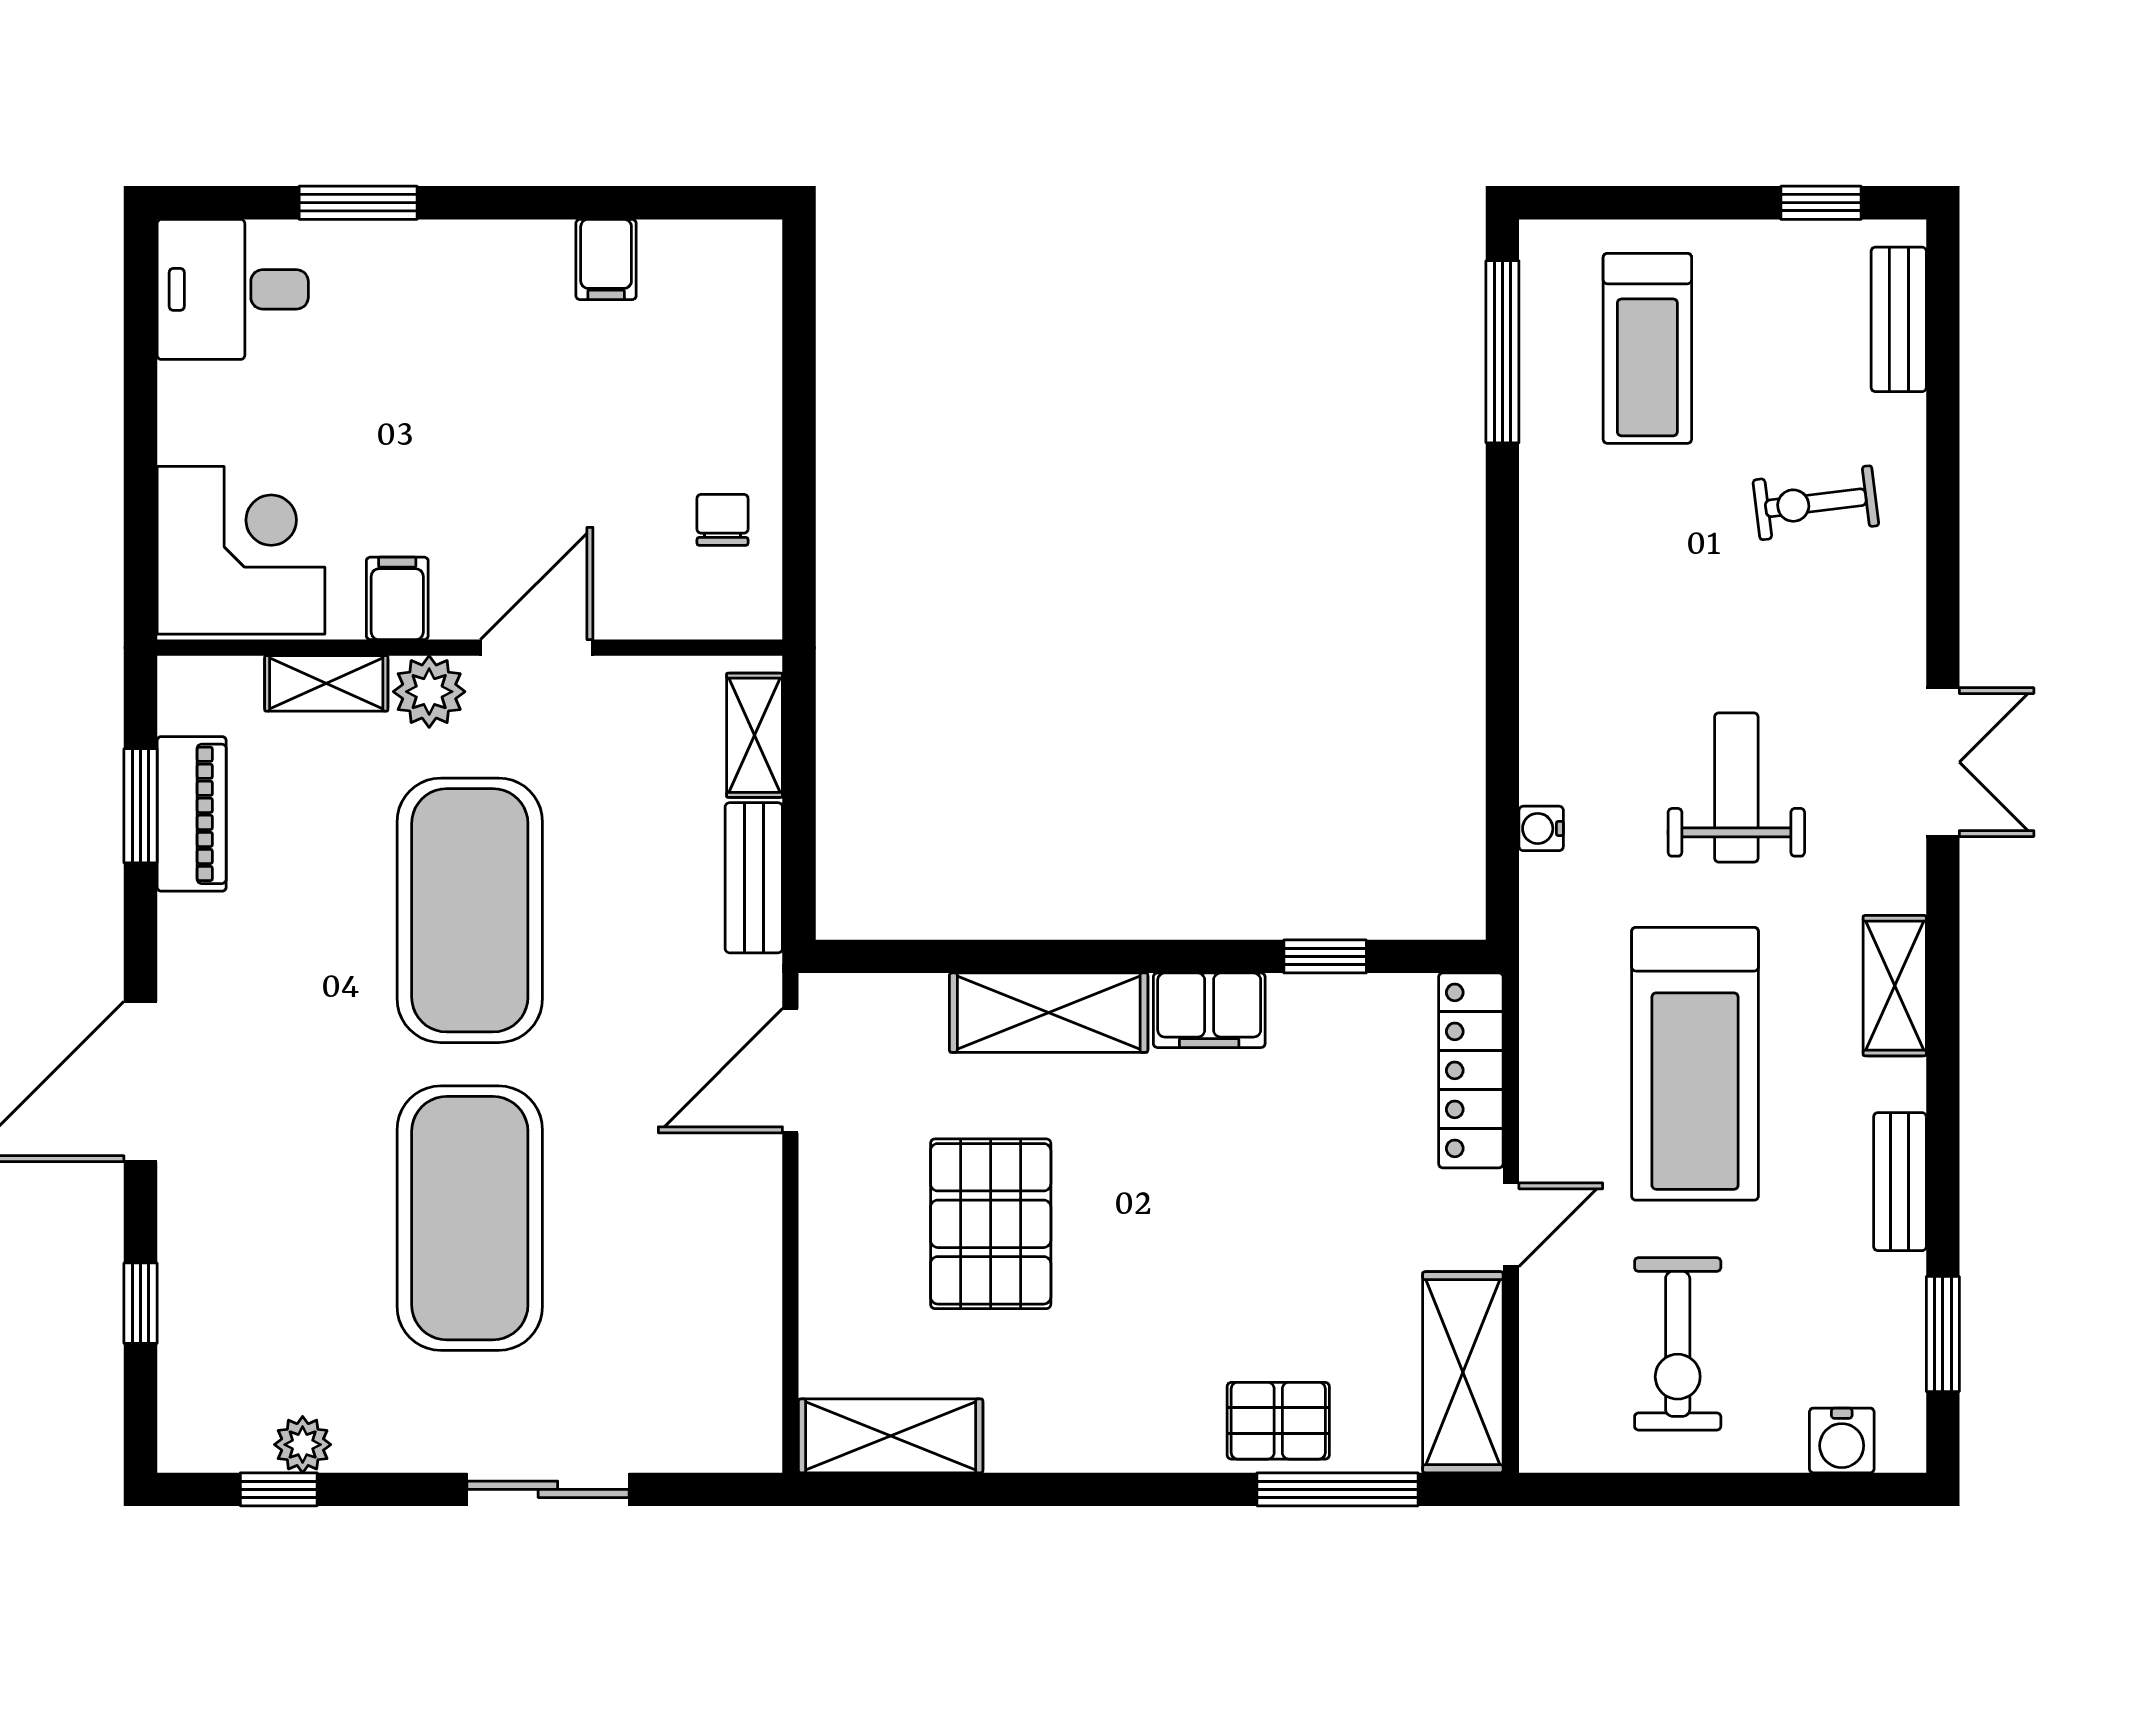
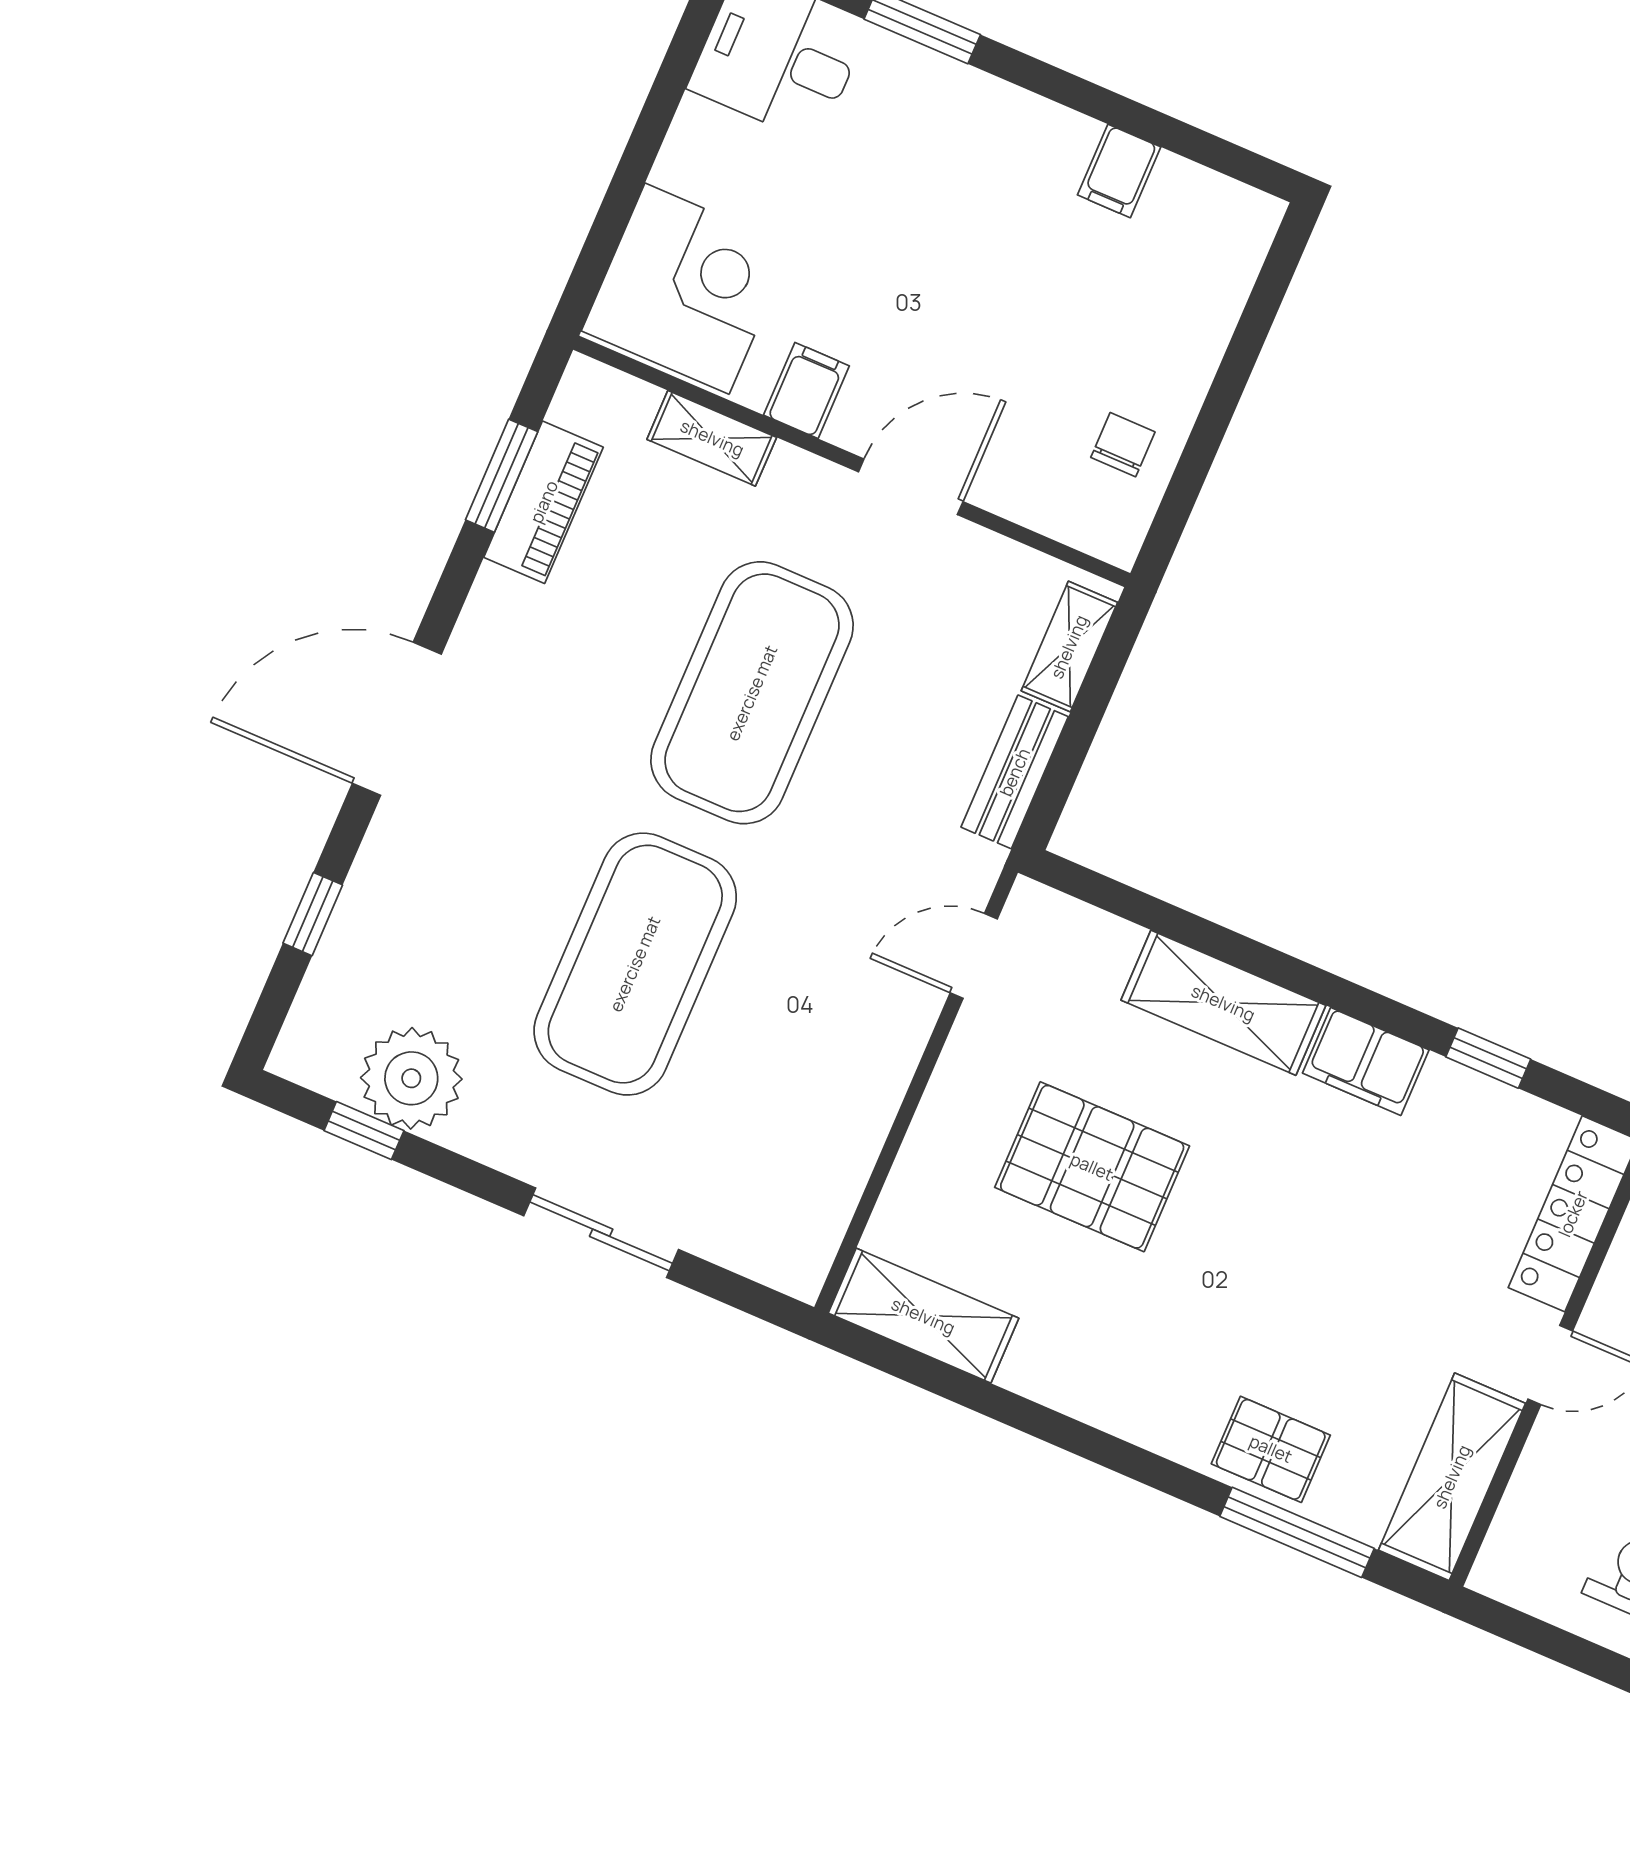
plant: (429, 692) -> (799, 485), removed
door: (790, 1071) -> (974, 956), width x0.73
pallet: (991, 1224) -> (1092, 1167), turned 90
plant: (303, 1445) -> (411, 1078), width x1.88, depth x1.88

